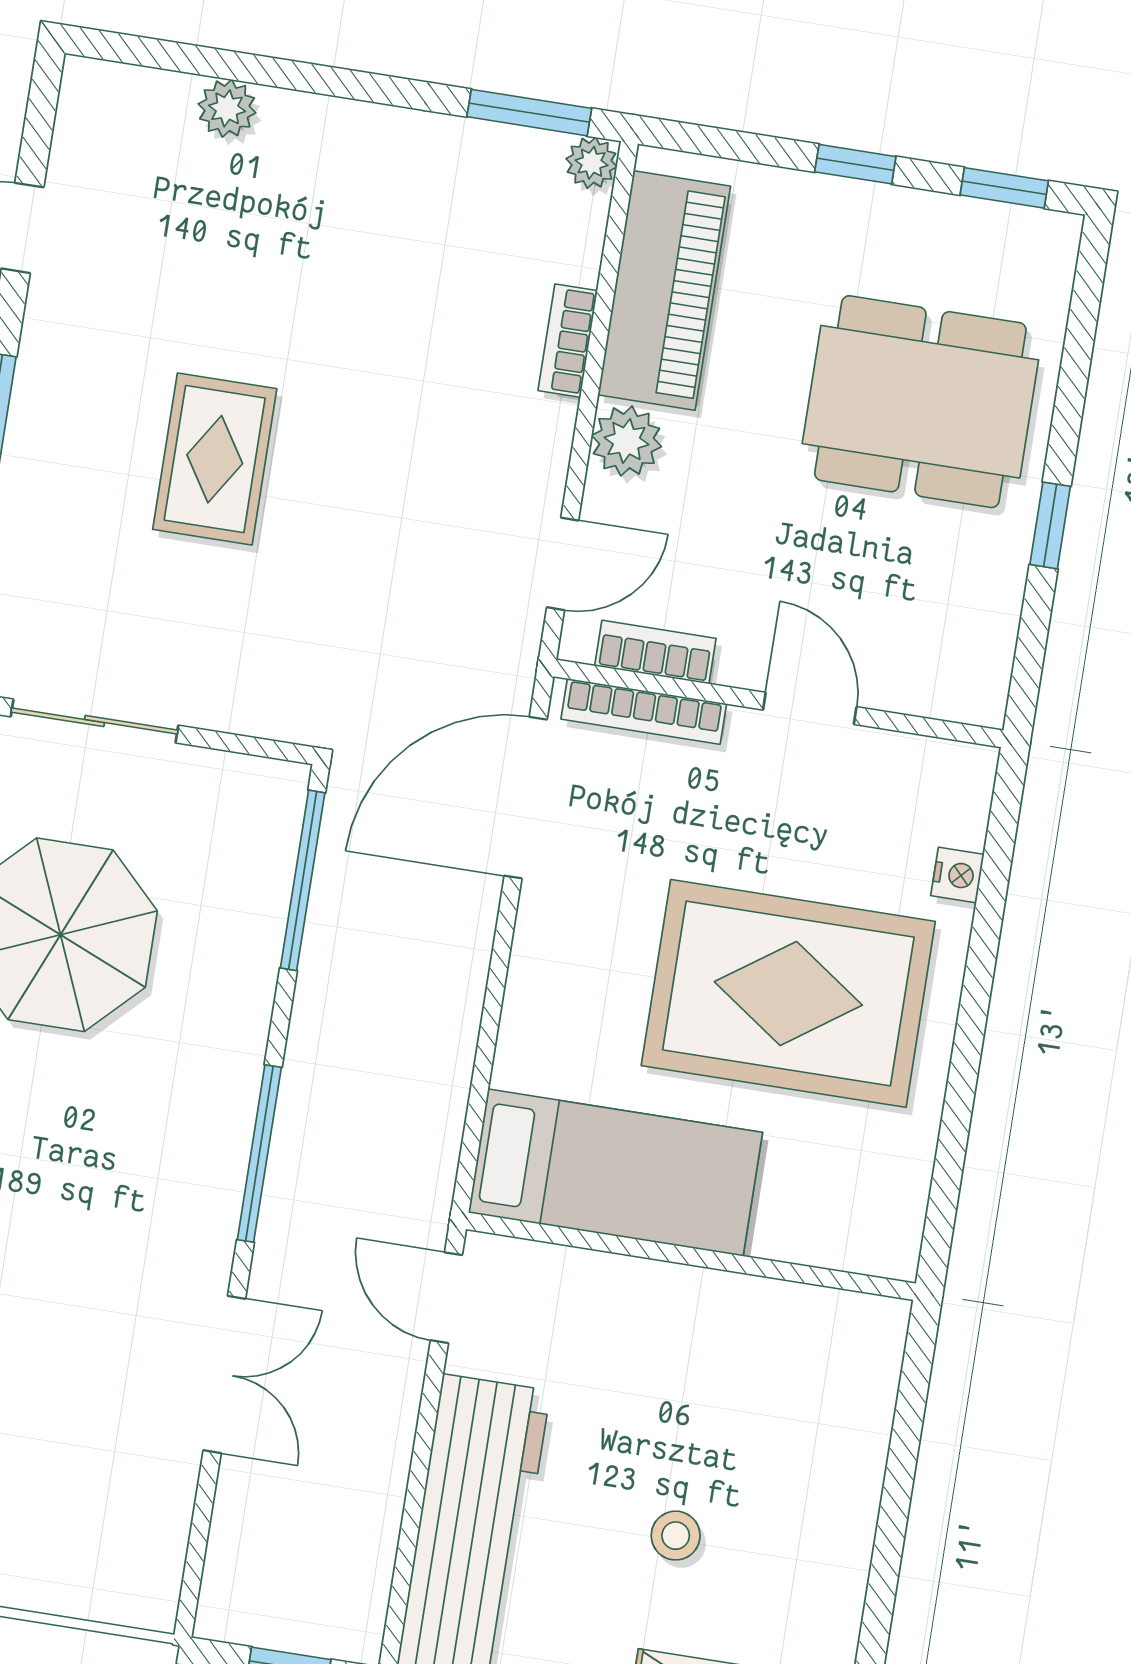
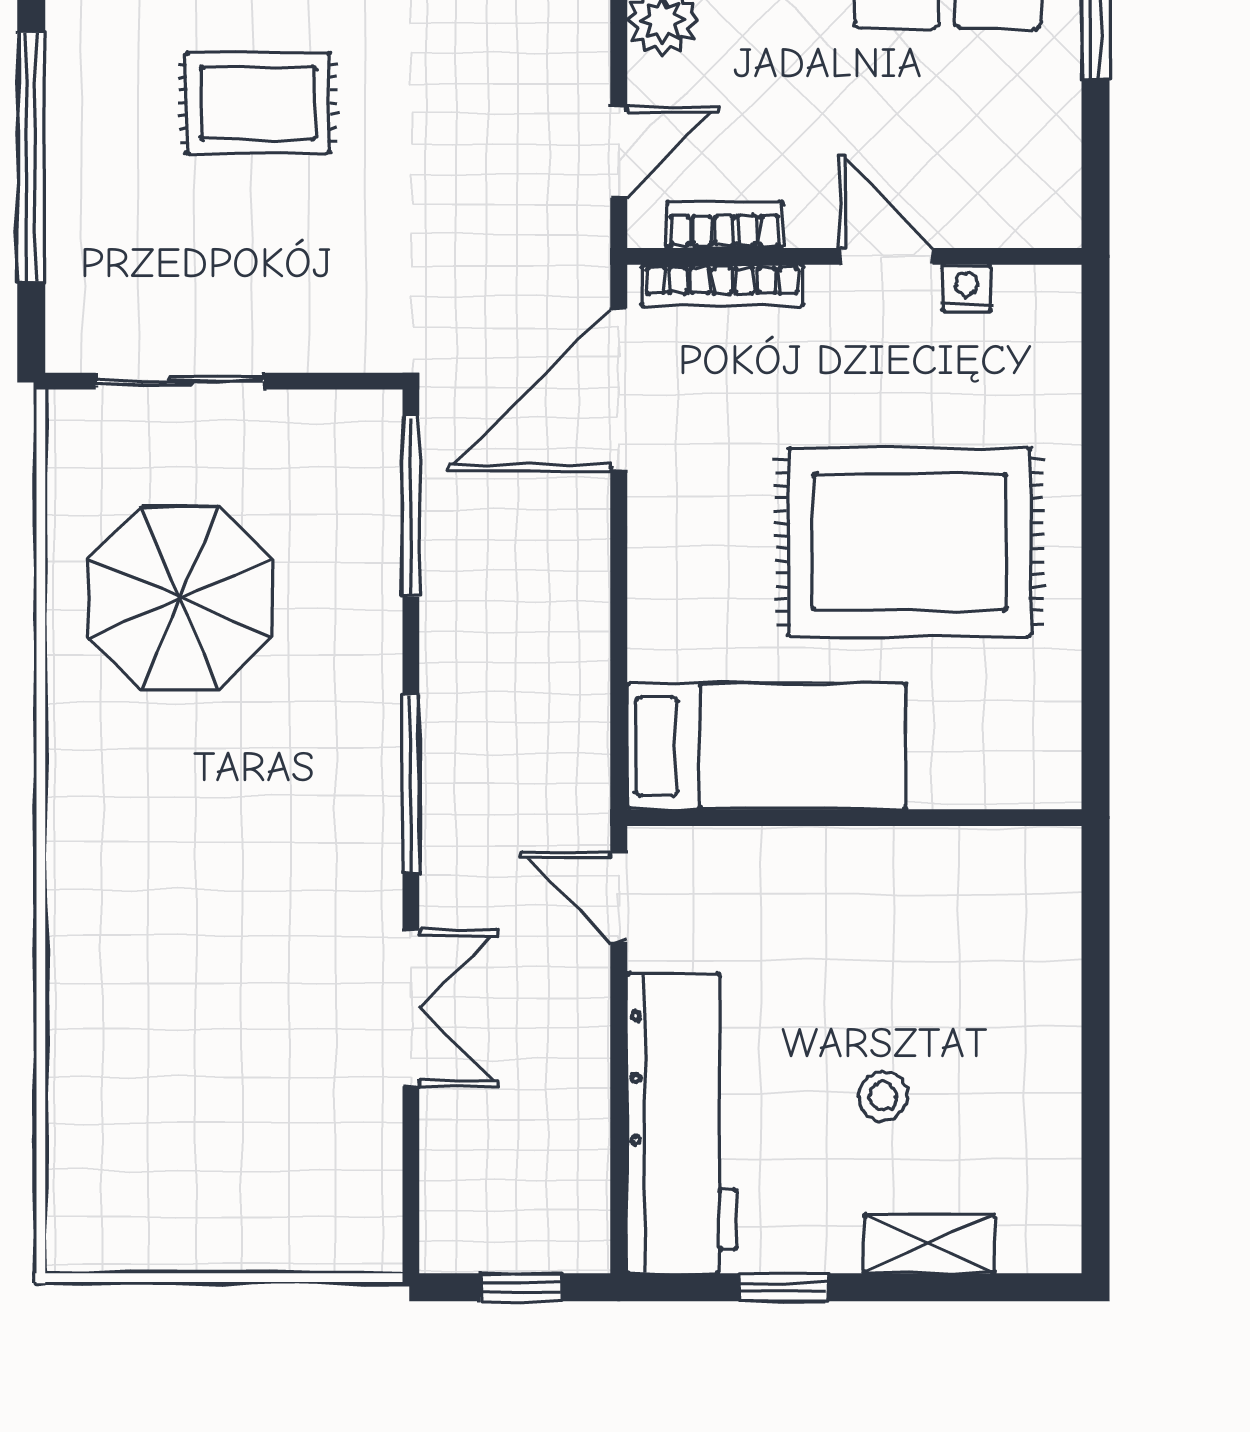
rug: (215, 459) -> (258, 103), turned 90
nightstand: (957, 875) -> (966, 288), moved, turned -90

